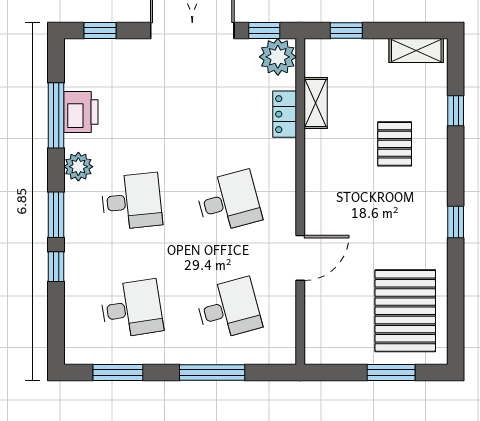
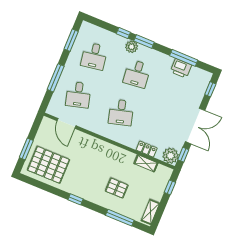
window: (456, 111) -> (120, 218), width x2.17
plant: (78, 167) -> (132, 47), moved
door: (300, 258) -> (66, 123), moved

